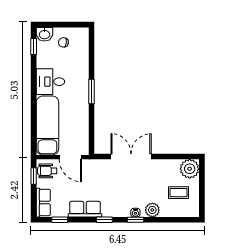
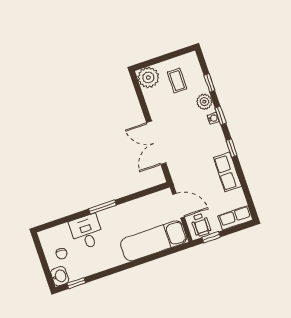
desk: (50, 82) -> (87, 232), moved, turned 180
door: (70, 157) -> (178, 206), hinge flipped
window: (60, 220) -> (209, 83), moved

